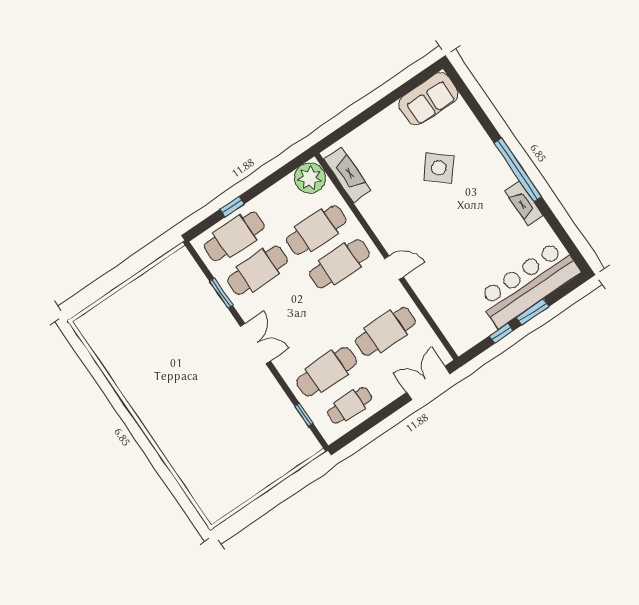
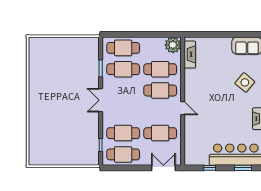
side table: (439, 168) -> (245, 82), moved
window: (232, 207) -> (131, 34), removed
window: (533, 312) -> (243, 168), moved
double door: (255, 344) -> (101, 100), swing flipped
cafe table: (350, 405) -> (123, 154), width x1.37, depth x1.35

